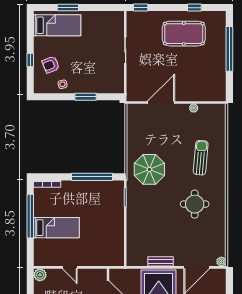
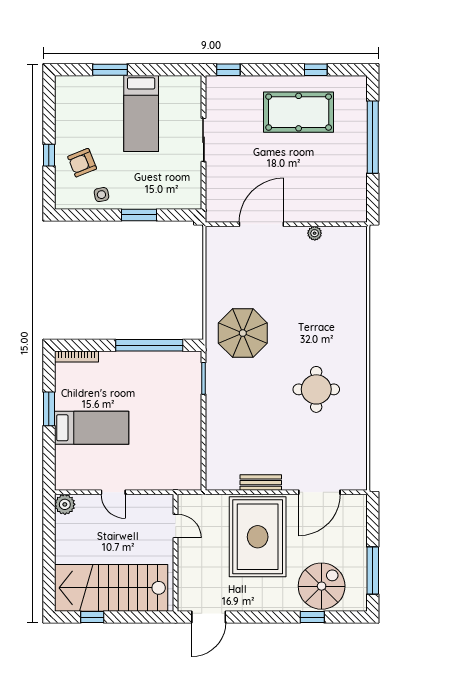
bed: (57, 25) -> (141, 114), moved, turned 90
sun lounger: (201, 158) -> (326, 314), removed
window: (30, 216) -> (49, 409), width x0.47
plant: (221, 262) -> (360, 483), removed

